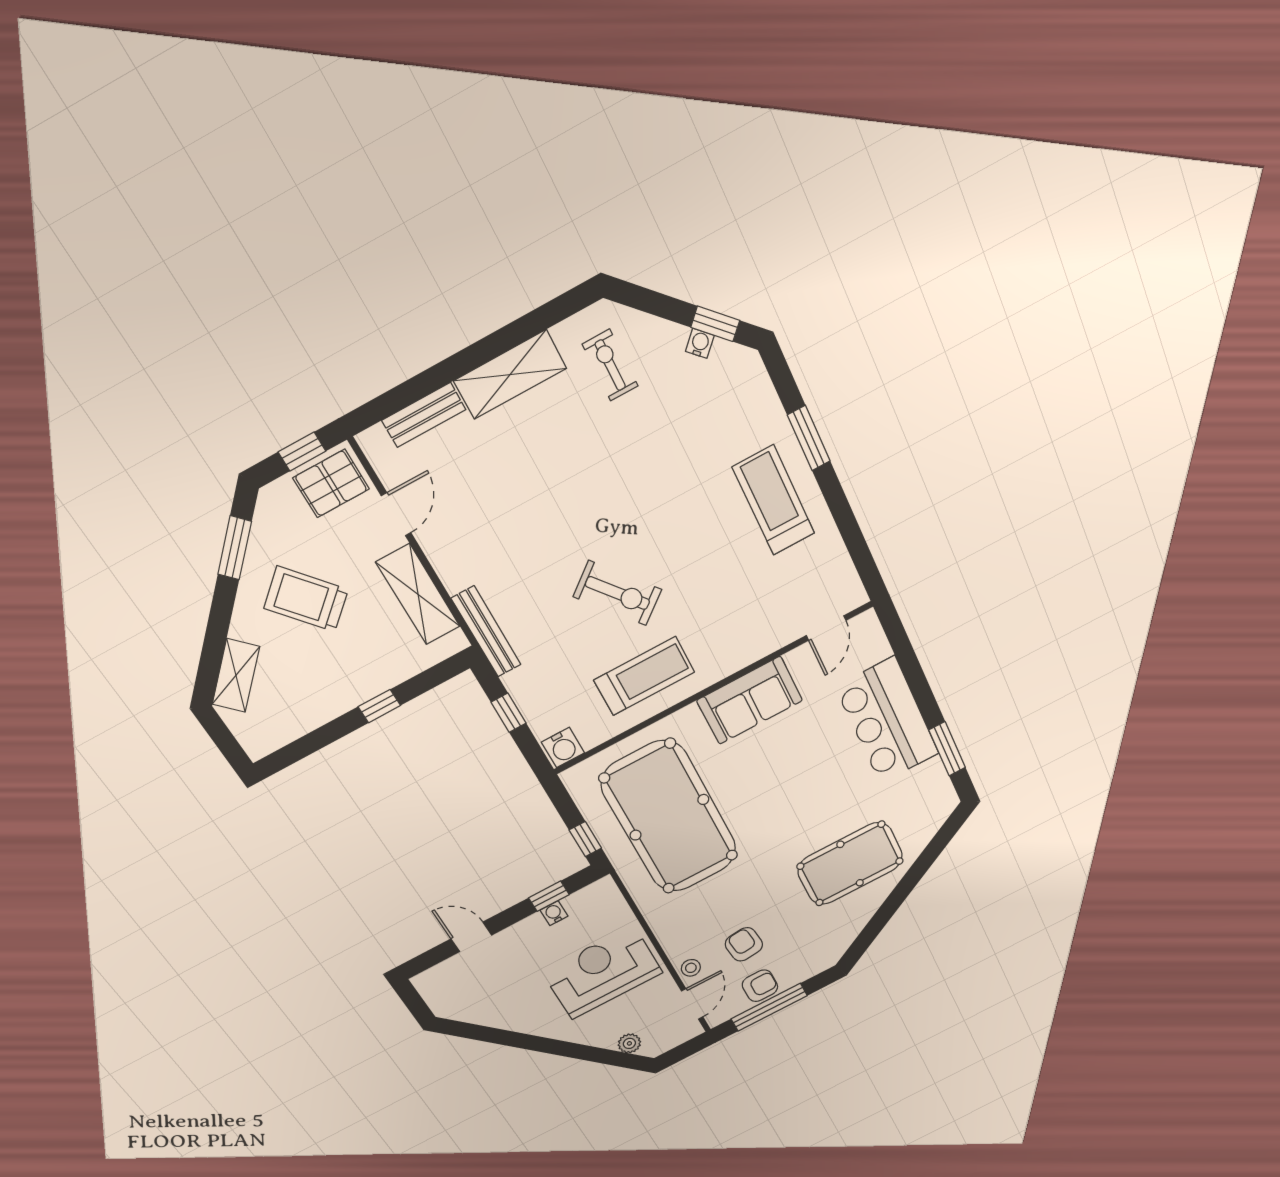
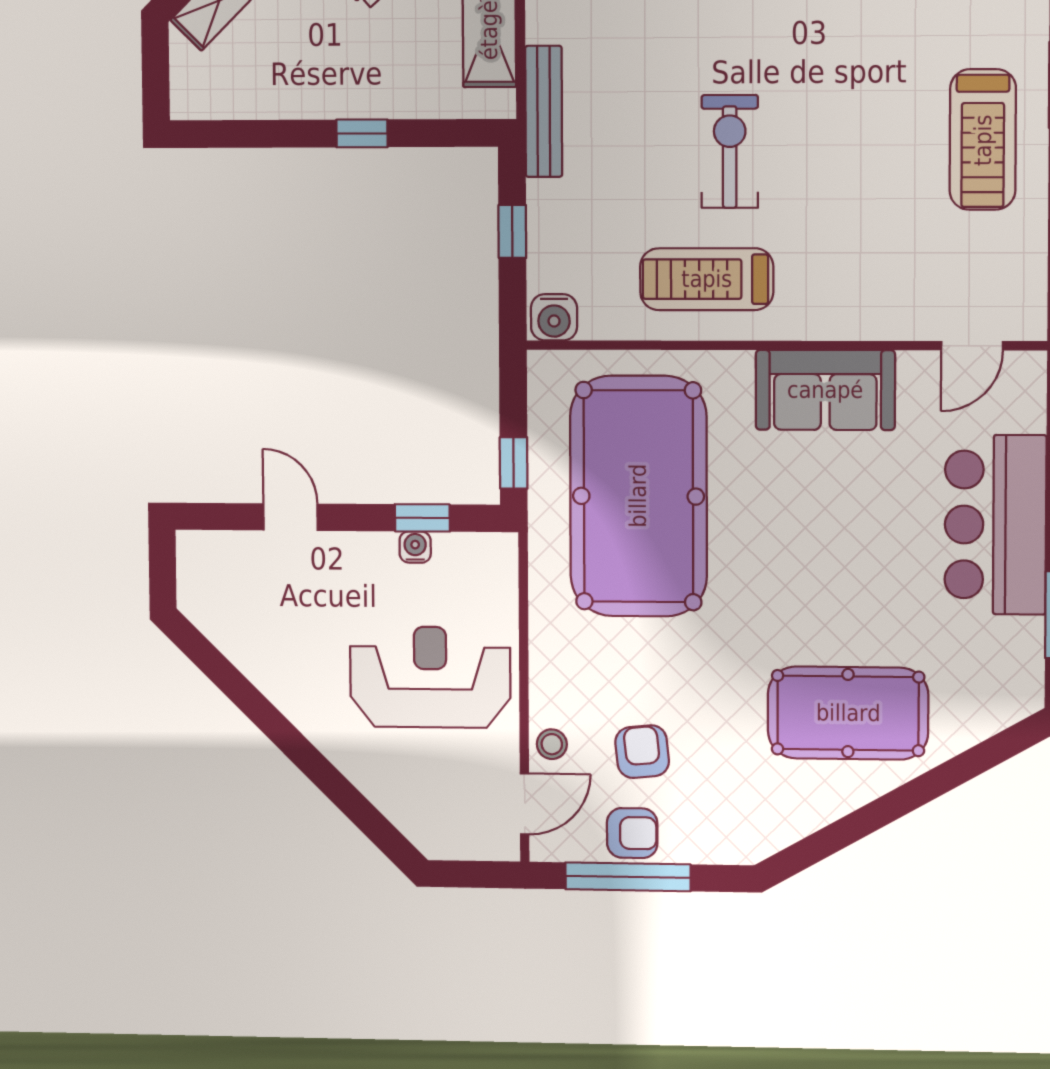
treadmill: (774, 500) -> (983, 140), turned 180
exercise bike: (618, 593) -> (730, 151), turned -141
treadmill: (644, 676) -> (707, 279), turned 180
plant: (629, 1043) -> (407, 814), removed

